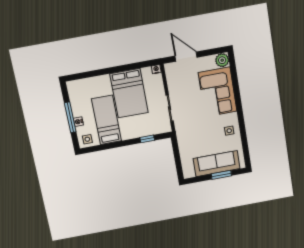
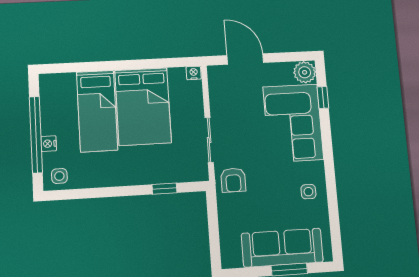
window: (234, 74) -> (323, 97), added
window: (70, 117) -> (36, 135), width x1.46
bed: (106, 120) -> (97, 111), moved, turned 180
armchair: (186, 129) -> (233, 180), added

